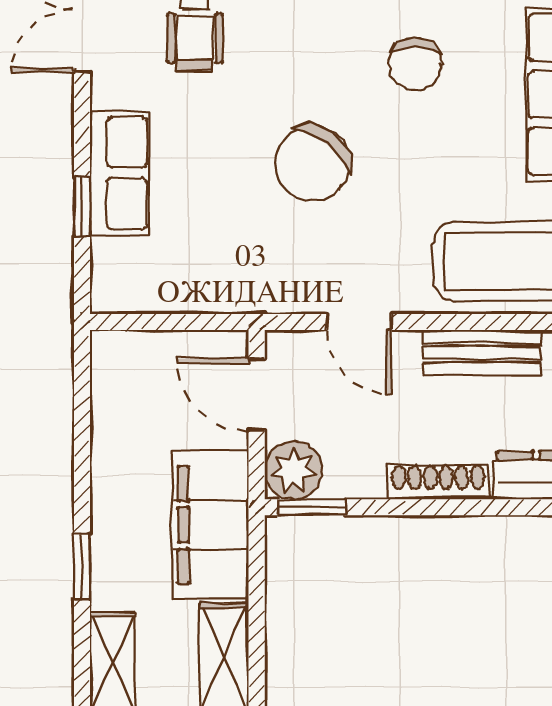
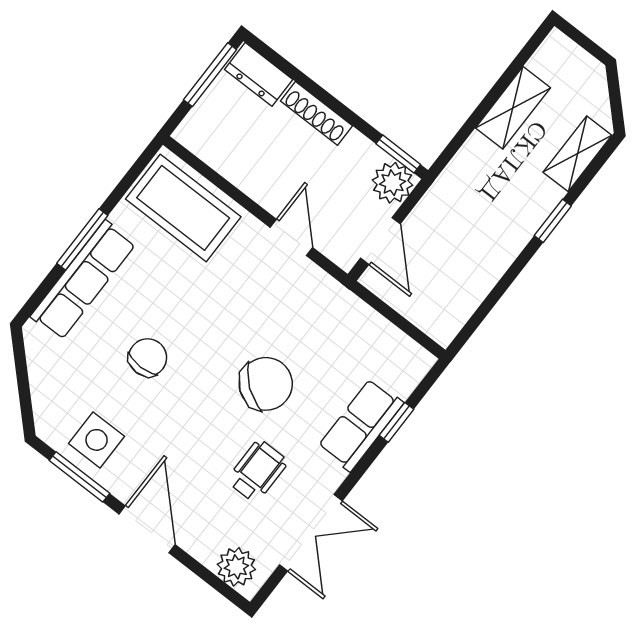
chair: (312, 163) -> (266, 384), moved
bench: (482, 352) -> (236, 167), removed
filing cabinet: (210, 525) -> (463, 188), removed

